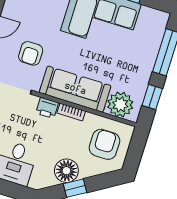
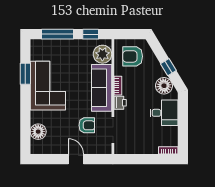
floor lamp: (66, 171) -> (164, 86), moved

